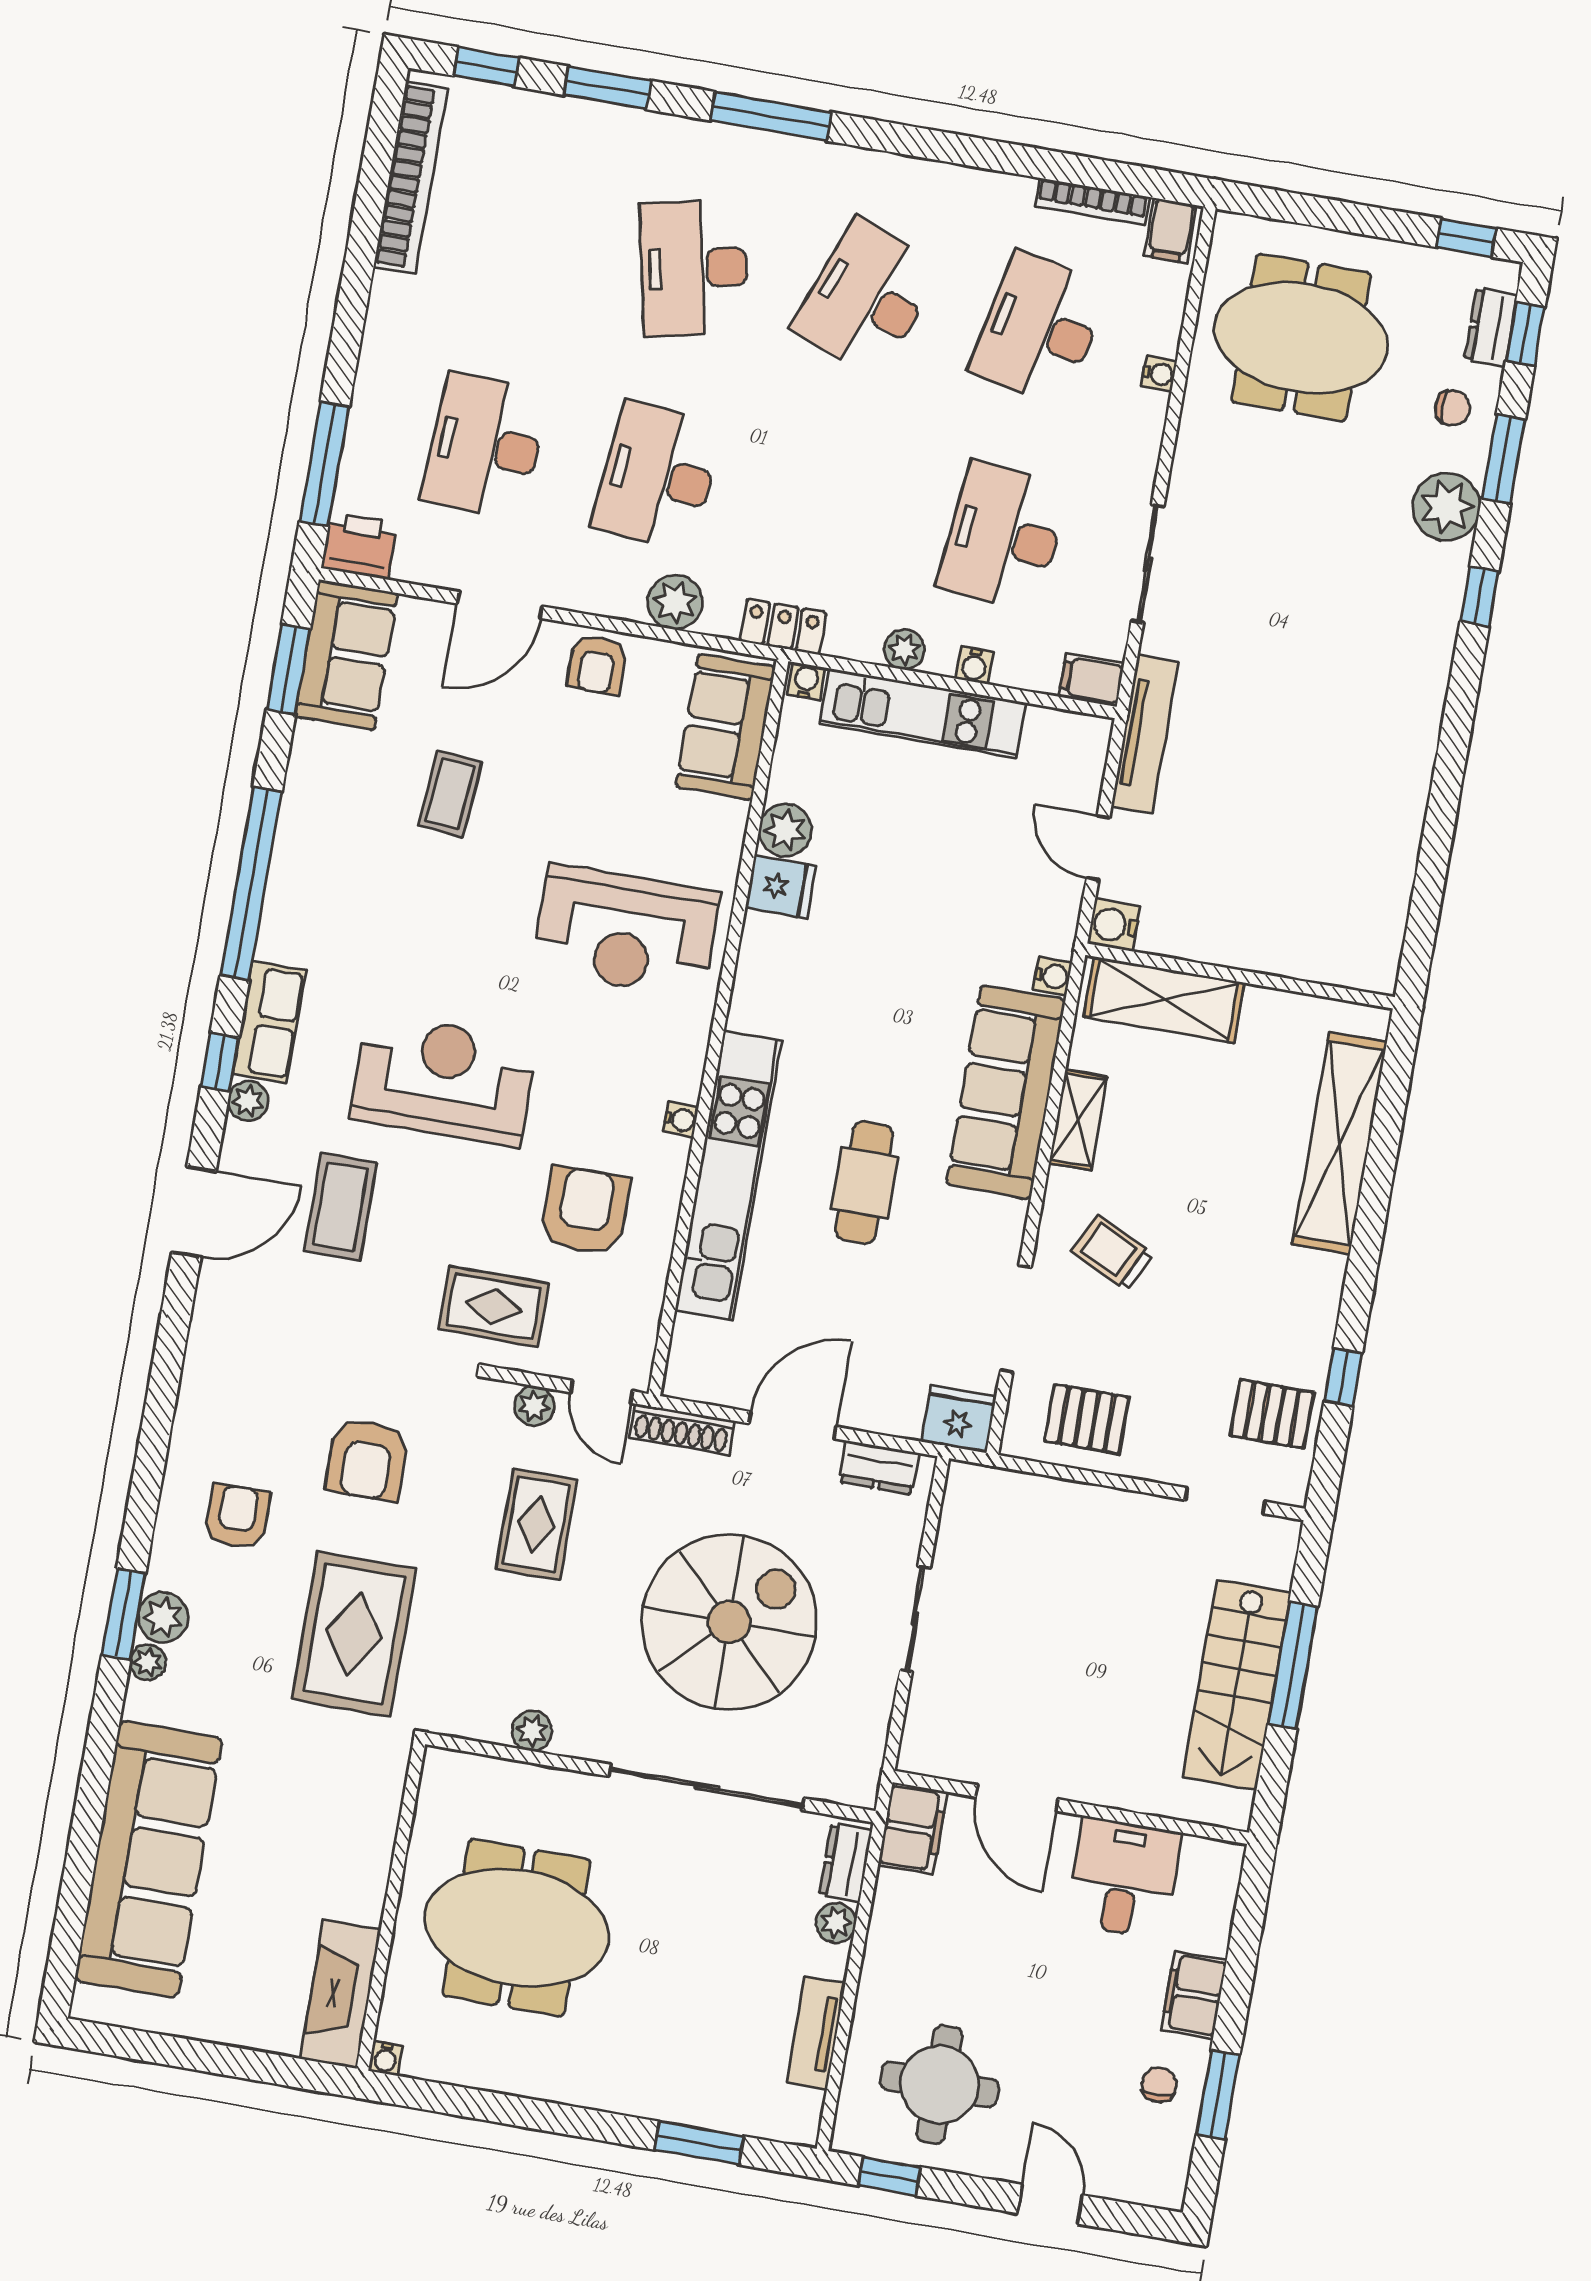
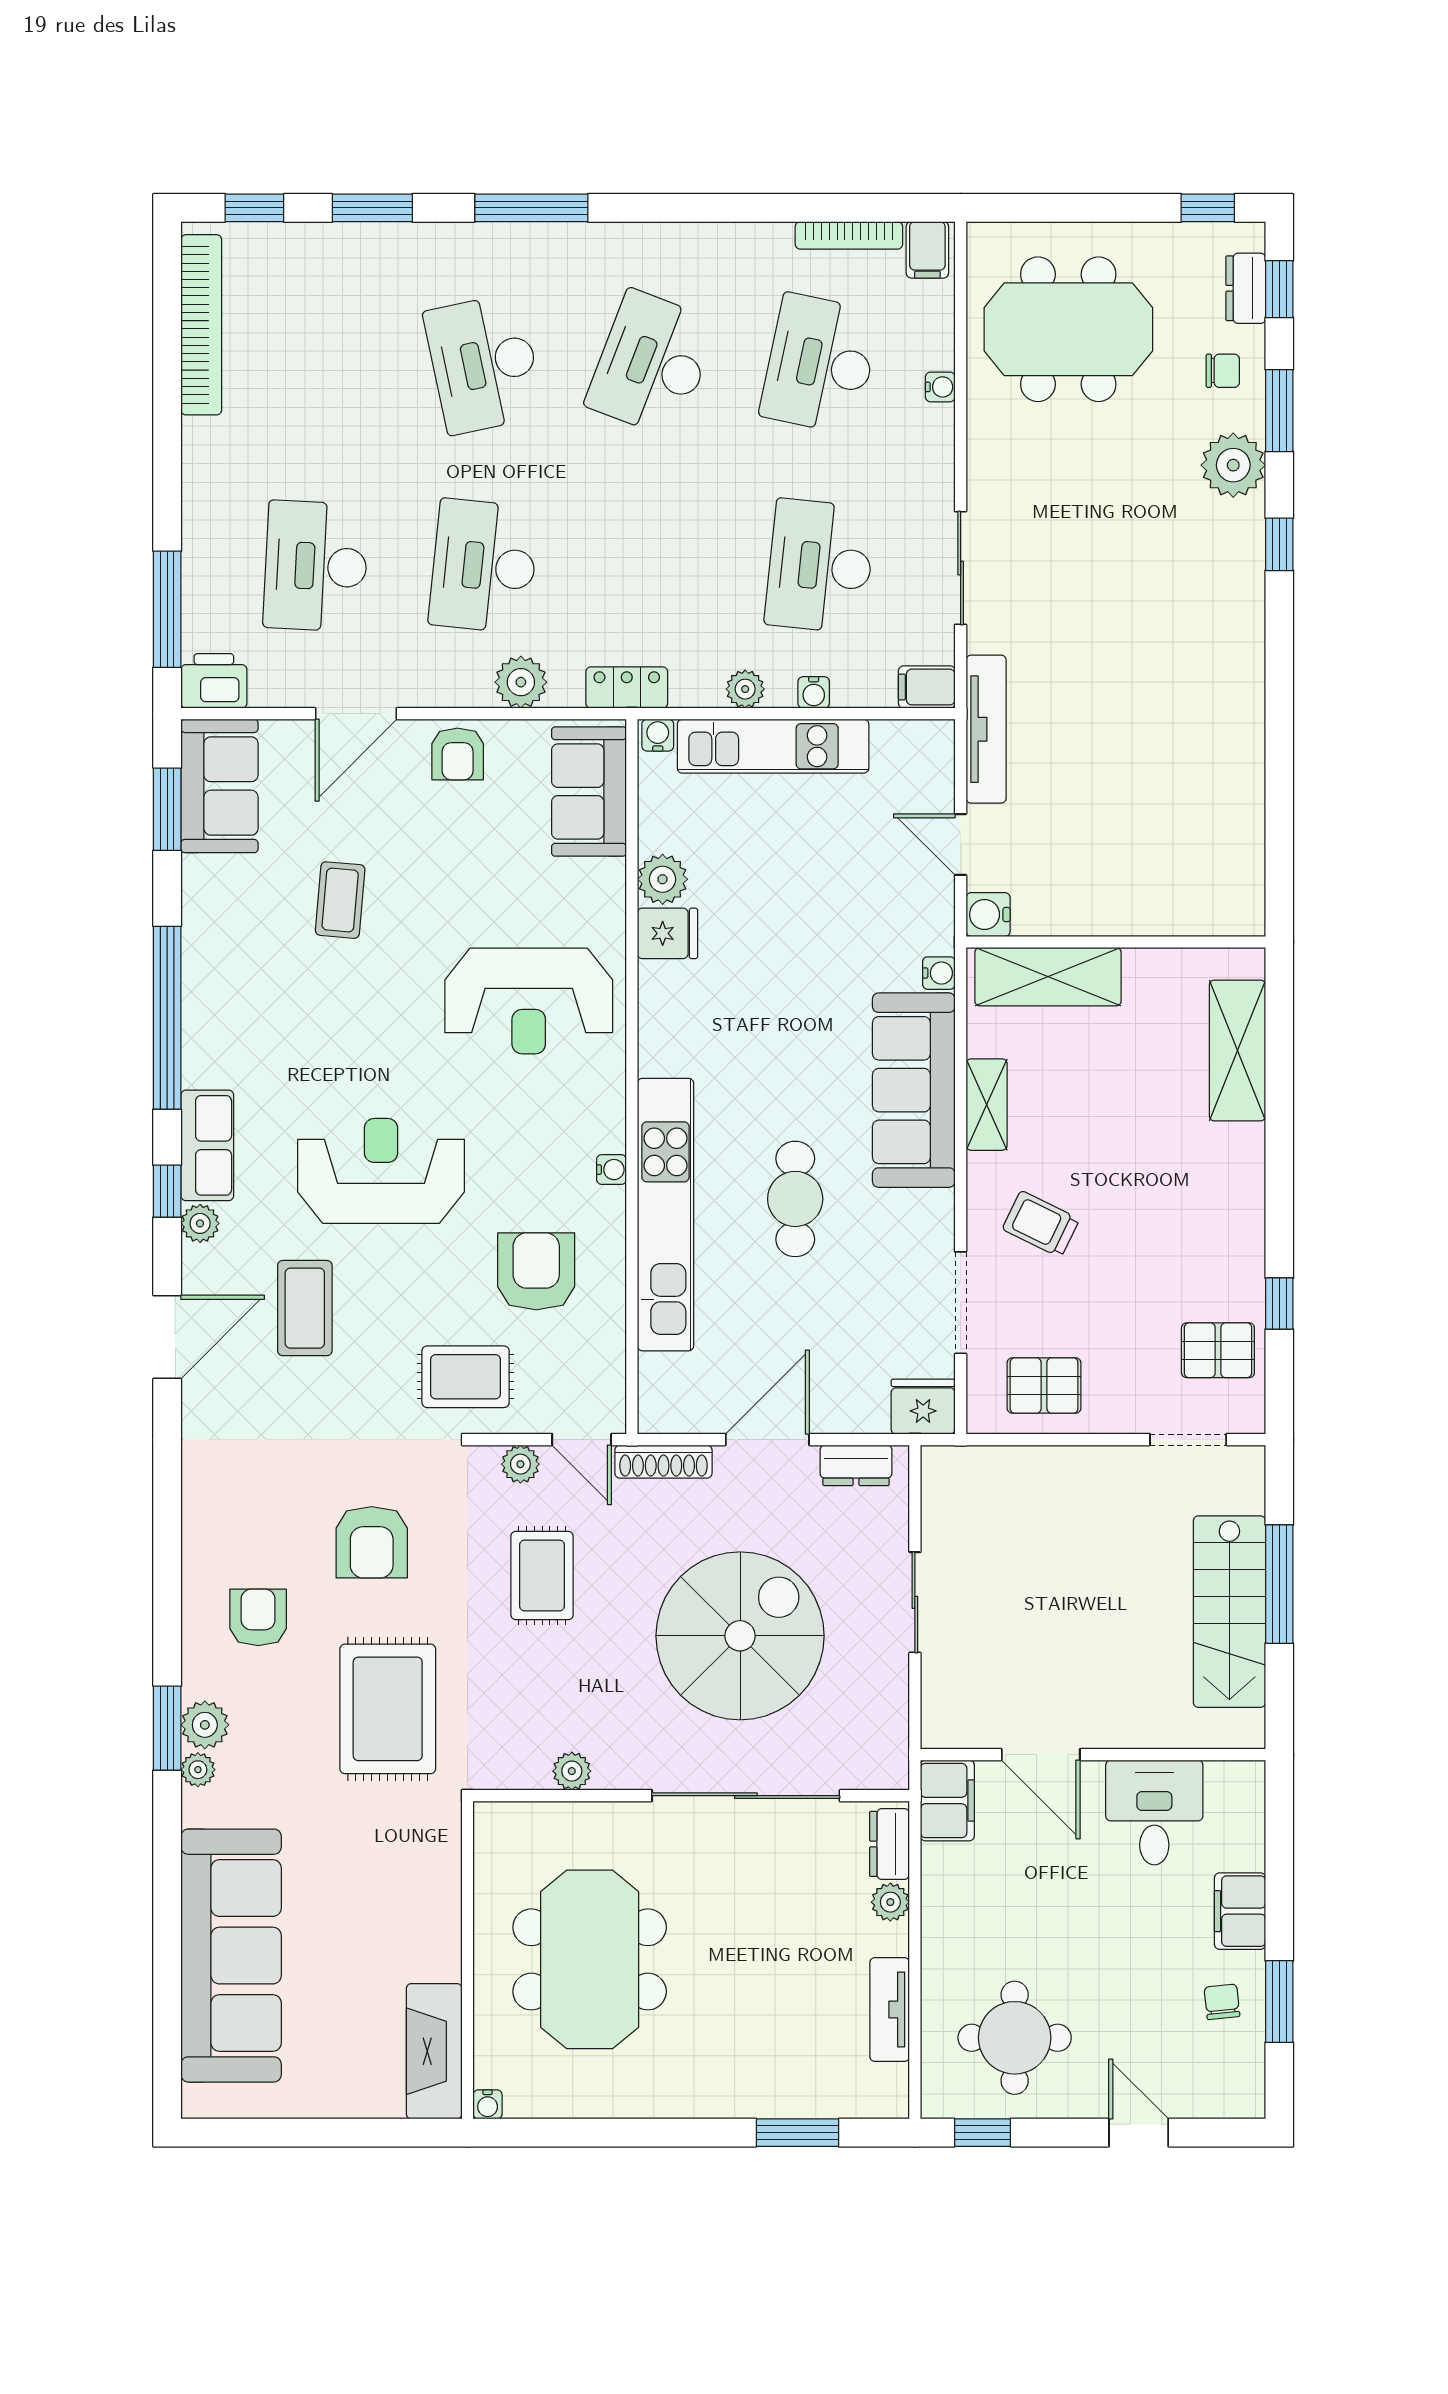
shelving: (1340, 1143) -> (1237, 1050), width x0.68
meeting table: (516, 1928) -> (590, 1959), turned 90

